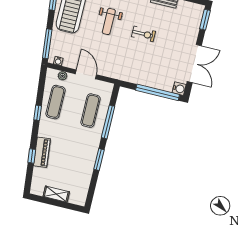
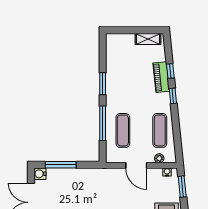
window: (47, 44) -> (182, 187), width x0.69
window: (158, 92) -> (61, 165), width x0.68
window: (38, 113) -> (173, 96), moved
shelving: (56, 194) -> (148, 39), moved

